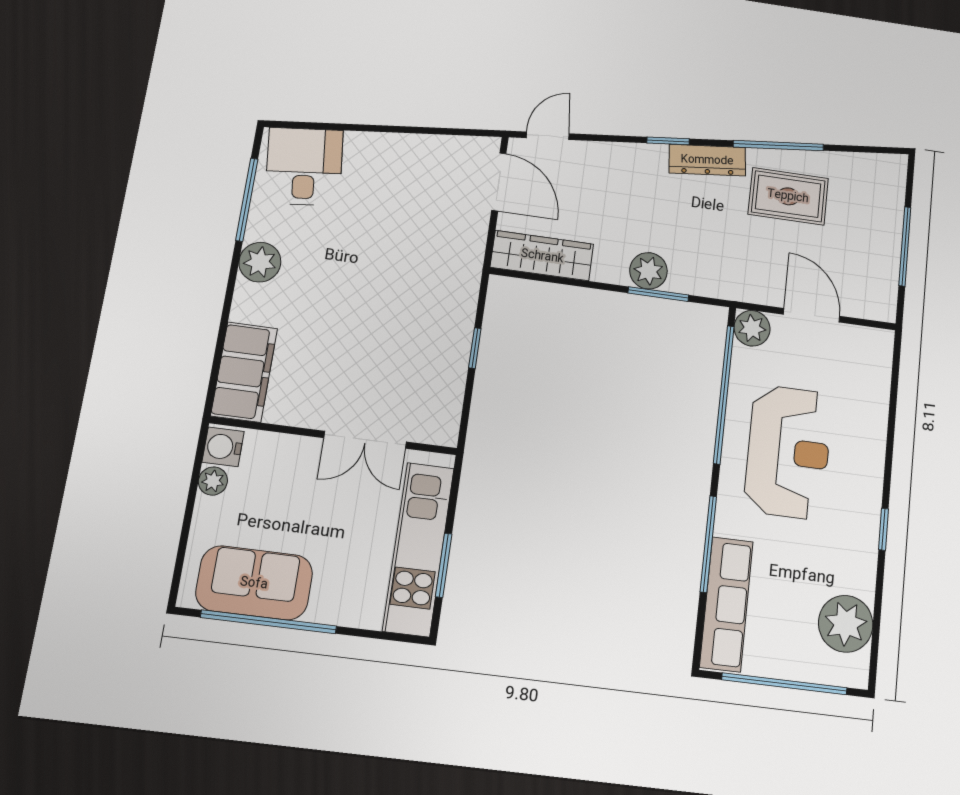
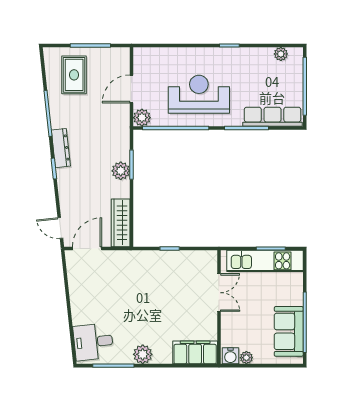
rug: (788, 196) -> (74, 75), moved
plant: (846, 624) -> (281, 54), width x0.53, depth x0.53

